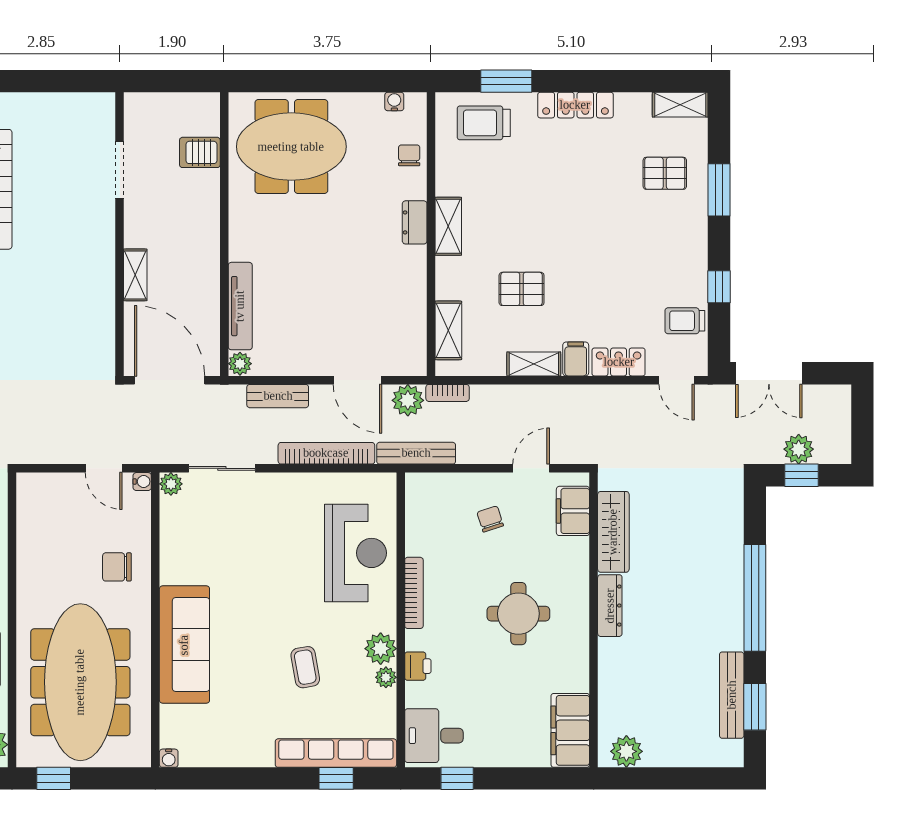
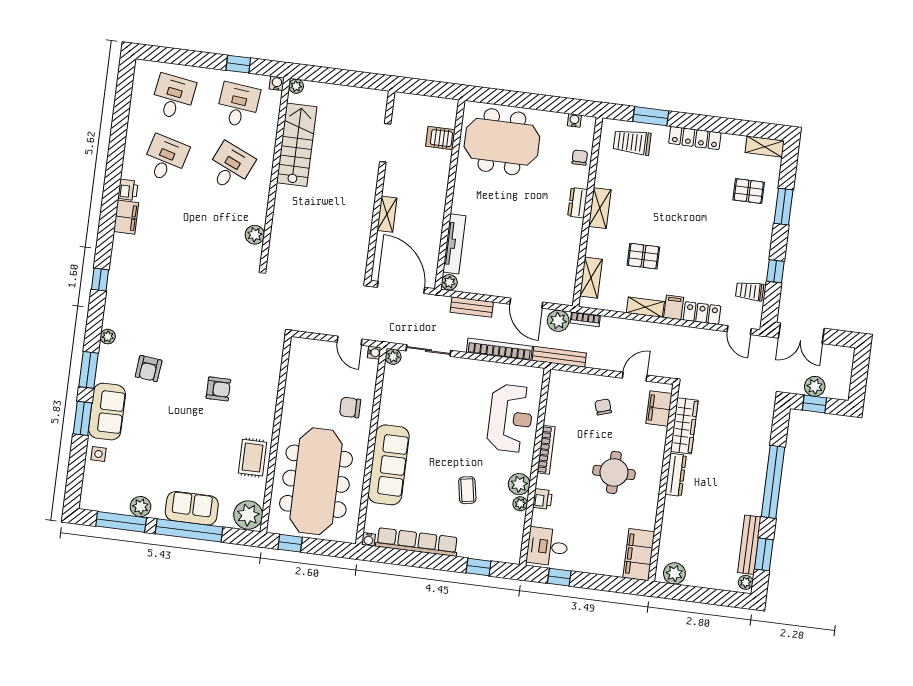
plant: (733, 751) -> (746, 582), added
row of seats: (336, 753) -> (417, 542), moved

